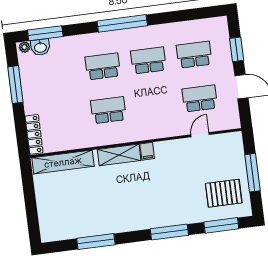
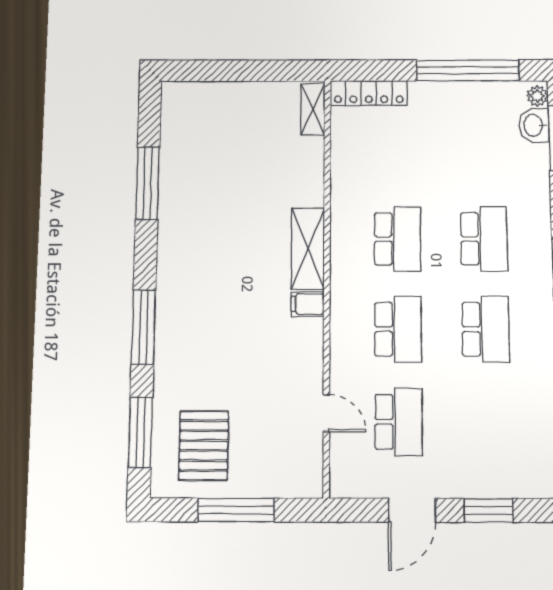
school desk: (194, 55) -> (398, 329), moved
window: (15, 85) -> (468, 70), width x1.46
shelving: (63, 162) -> (313, 109), width x0.45, depth x0.75

